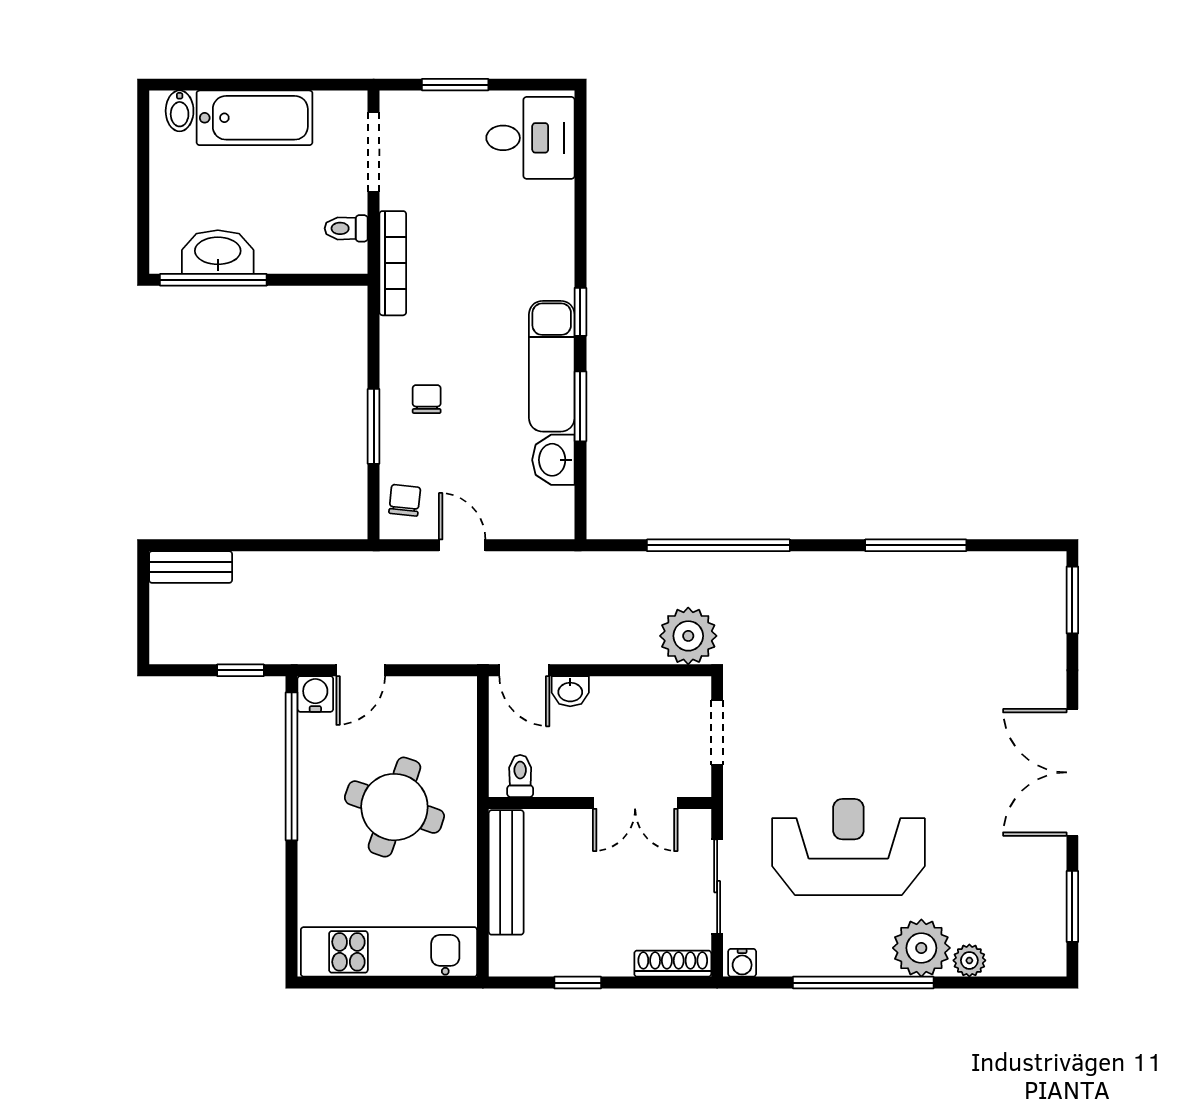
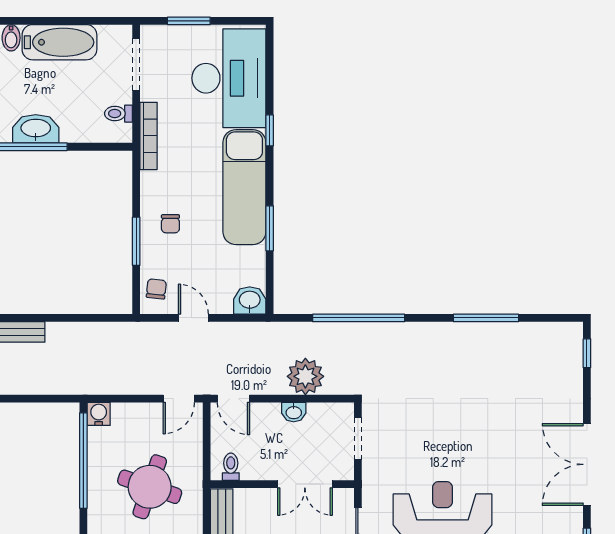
desk: (530, 138) -> (229, 78), width x1.87, depth x1.30
window: (580, 312) -> (270, 130), moved
exam couch: (552, 366) -> (244, 187), width x1.36, depth x1.45
chair: (427, 399) -> (170, 224), turned 180
washbasin: (553, 460) -> (250, 300), moved, turned 90
window: (1072, 600) -> (587, 353), width x0.67
plant: (688, 636) -> (305, 376), moved
window: (241, 670) -> (50, 399), removed
door: (361, 670) -> (179, 399), moved
washbasin: (570, 691) -> (294, 412), moved

